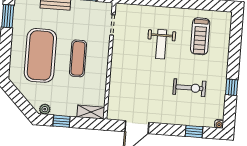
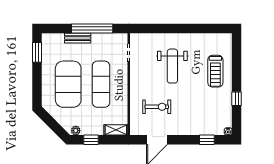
treadmill: (200, 36) -> (215, 71), moved
weight bench: (161, 44) -> (172, 66), width x1.36, depth x1.33
exercise mat: (78, 58) -> (101, 84), width x1.36, depth x1.45
exercise bike: (189, 88) -> (157, 107), moved

